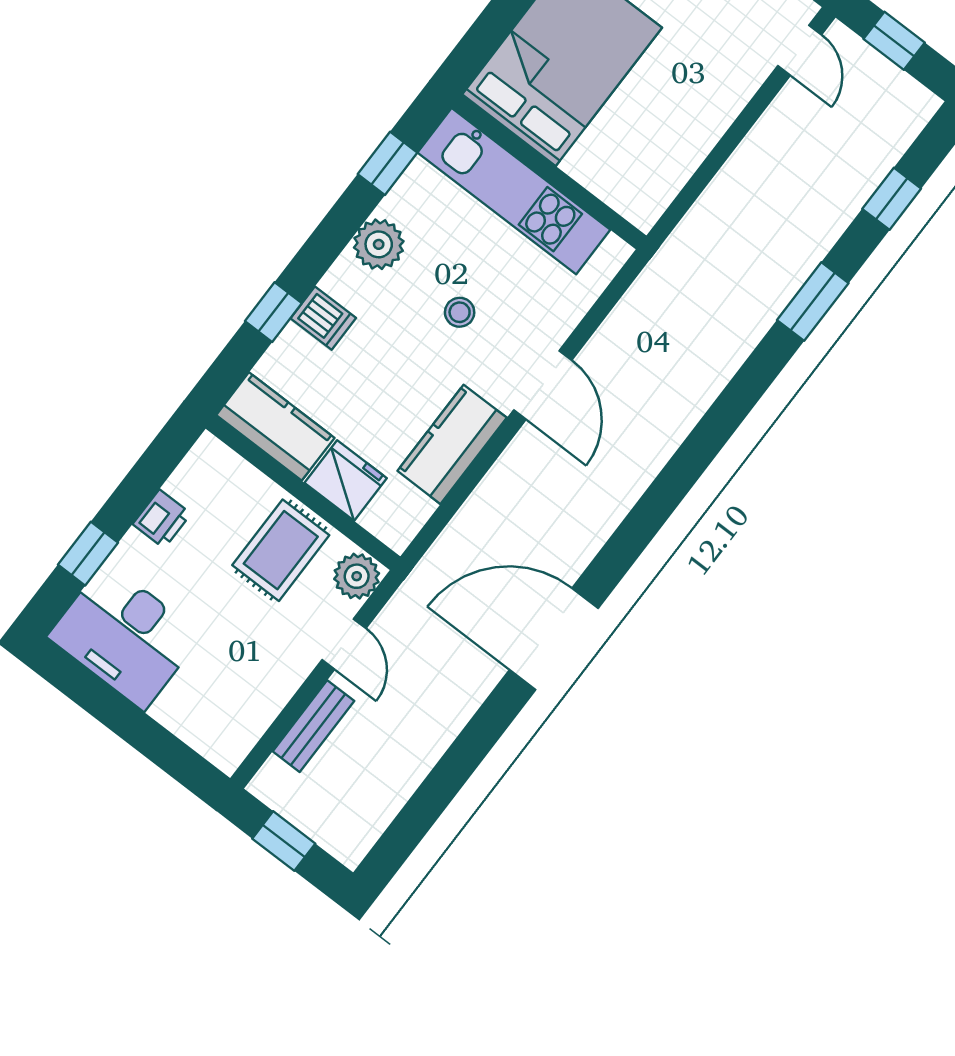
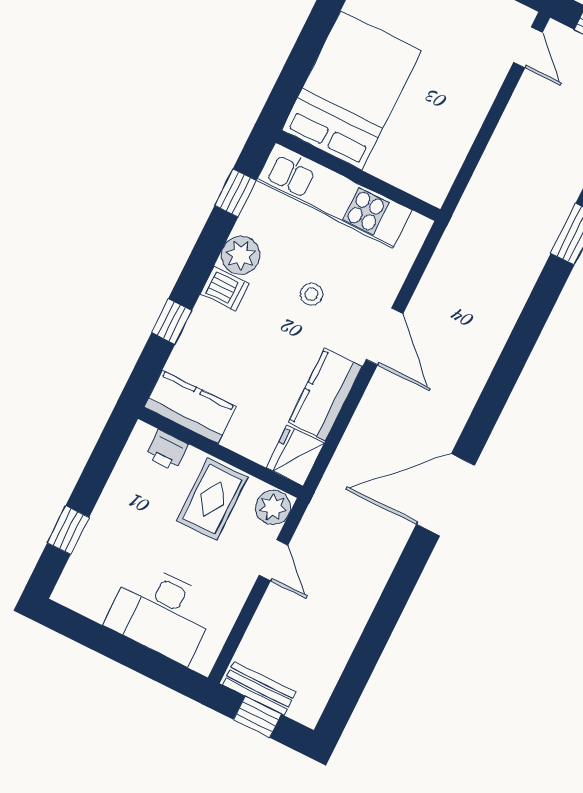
dishwasher: (323, 318) -> (225, 289), moved
fridge: (346, 481) -> (295, 456), moved, turned -90
printer: (162, 519) -> (167, 450), moved, turned 90
desk: (125, 636) -> (161, 613), moved
door: (554, 639) -> (445, 495), moved
bench: (313, 726) -> (259, 688), moved, turned 90

